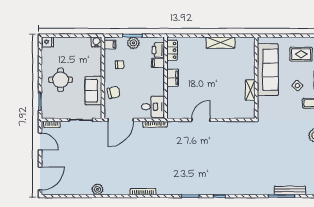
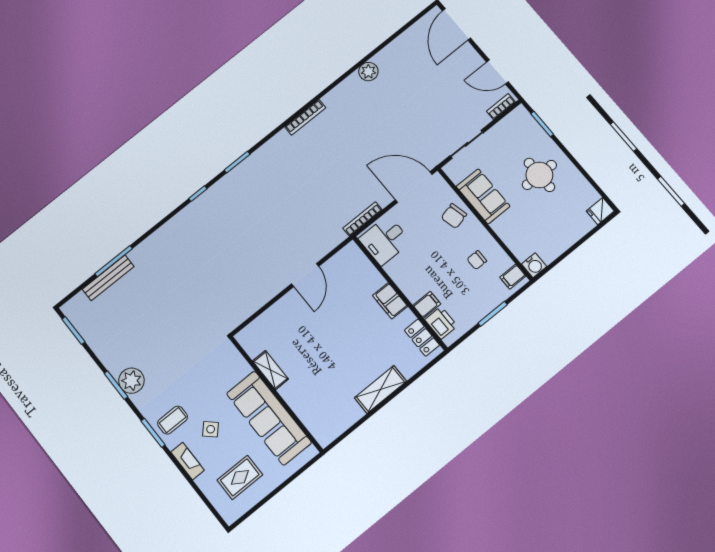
plant: (133, 43) -> (483, 305), removed
shelving: (220, 43) -> (381, 389), moved
door: (121, 120) -> (414, 187), hinge flipped

